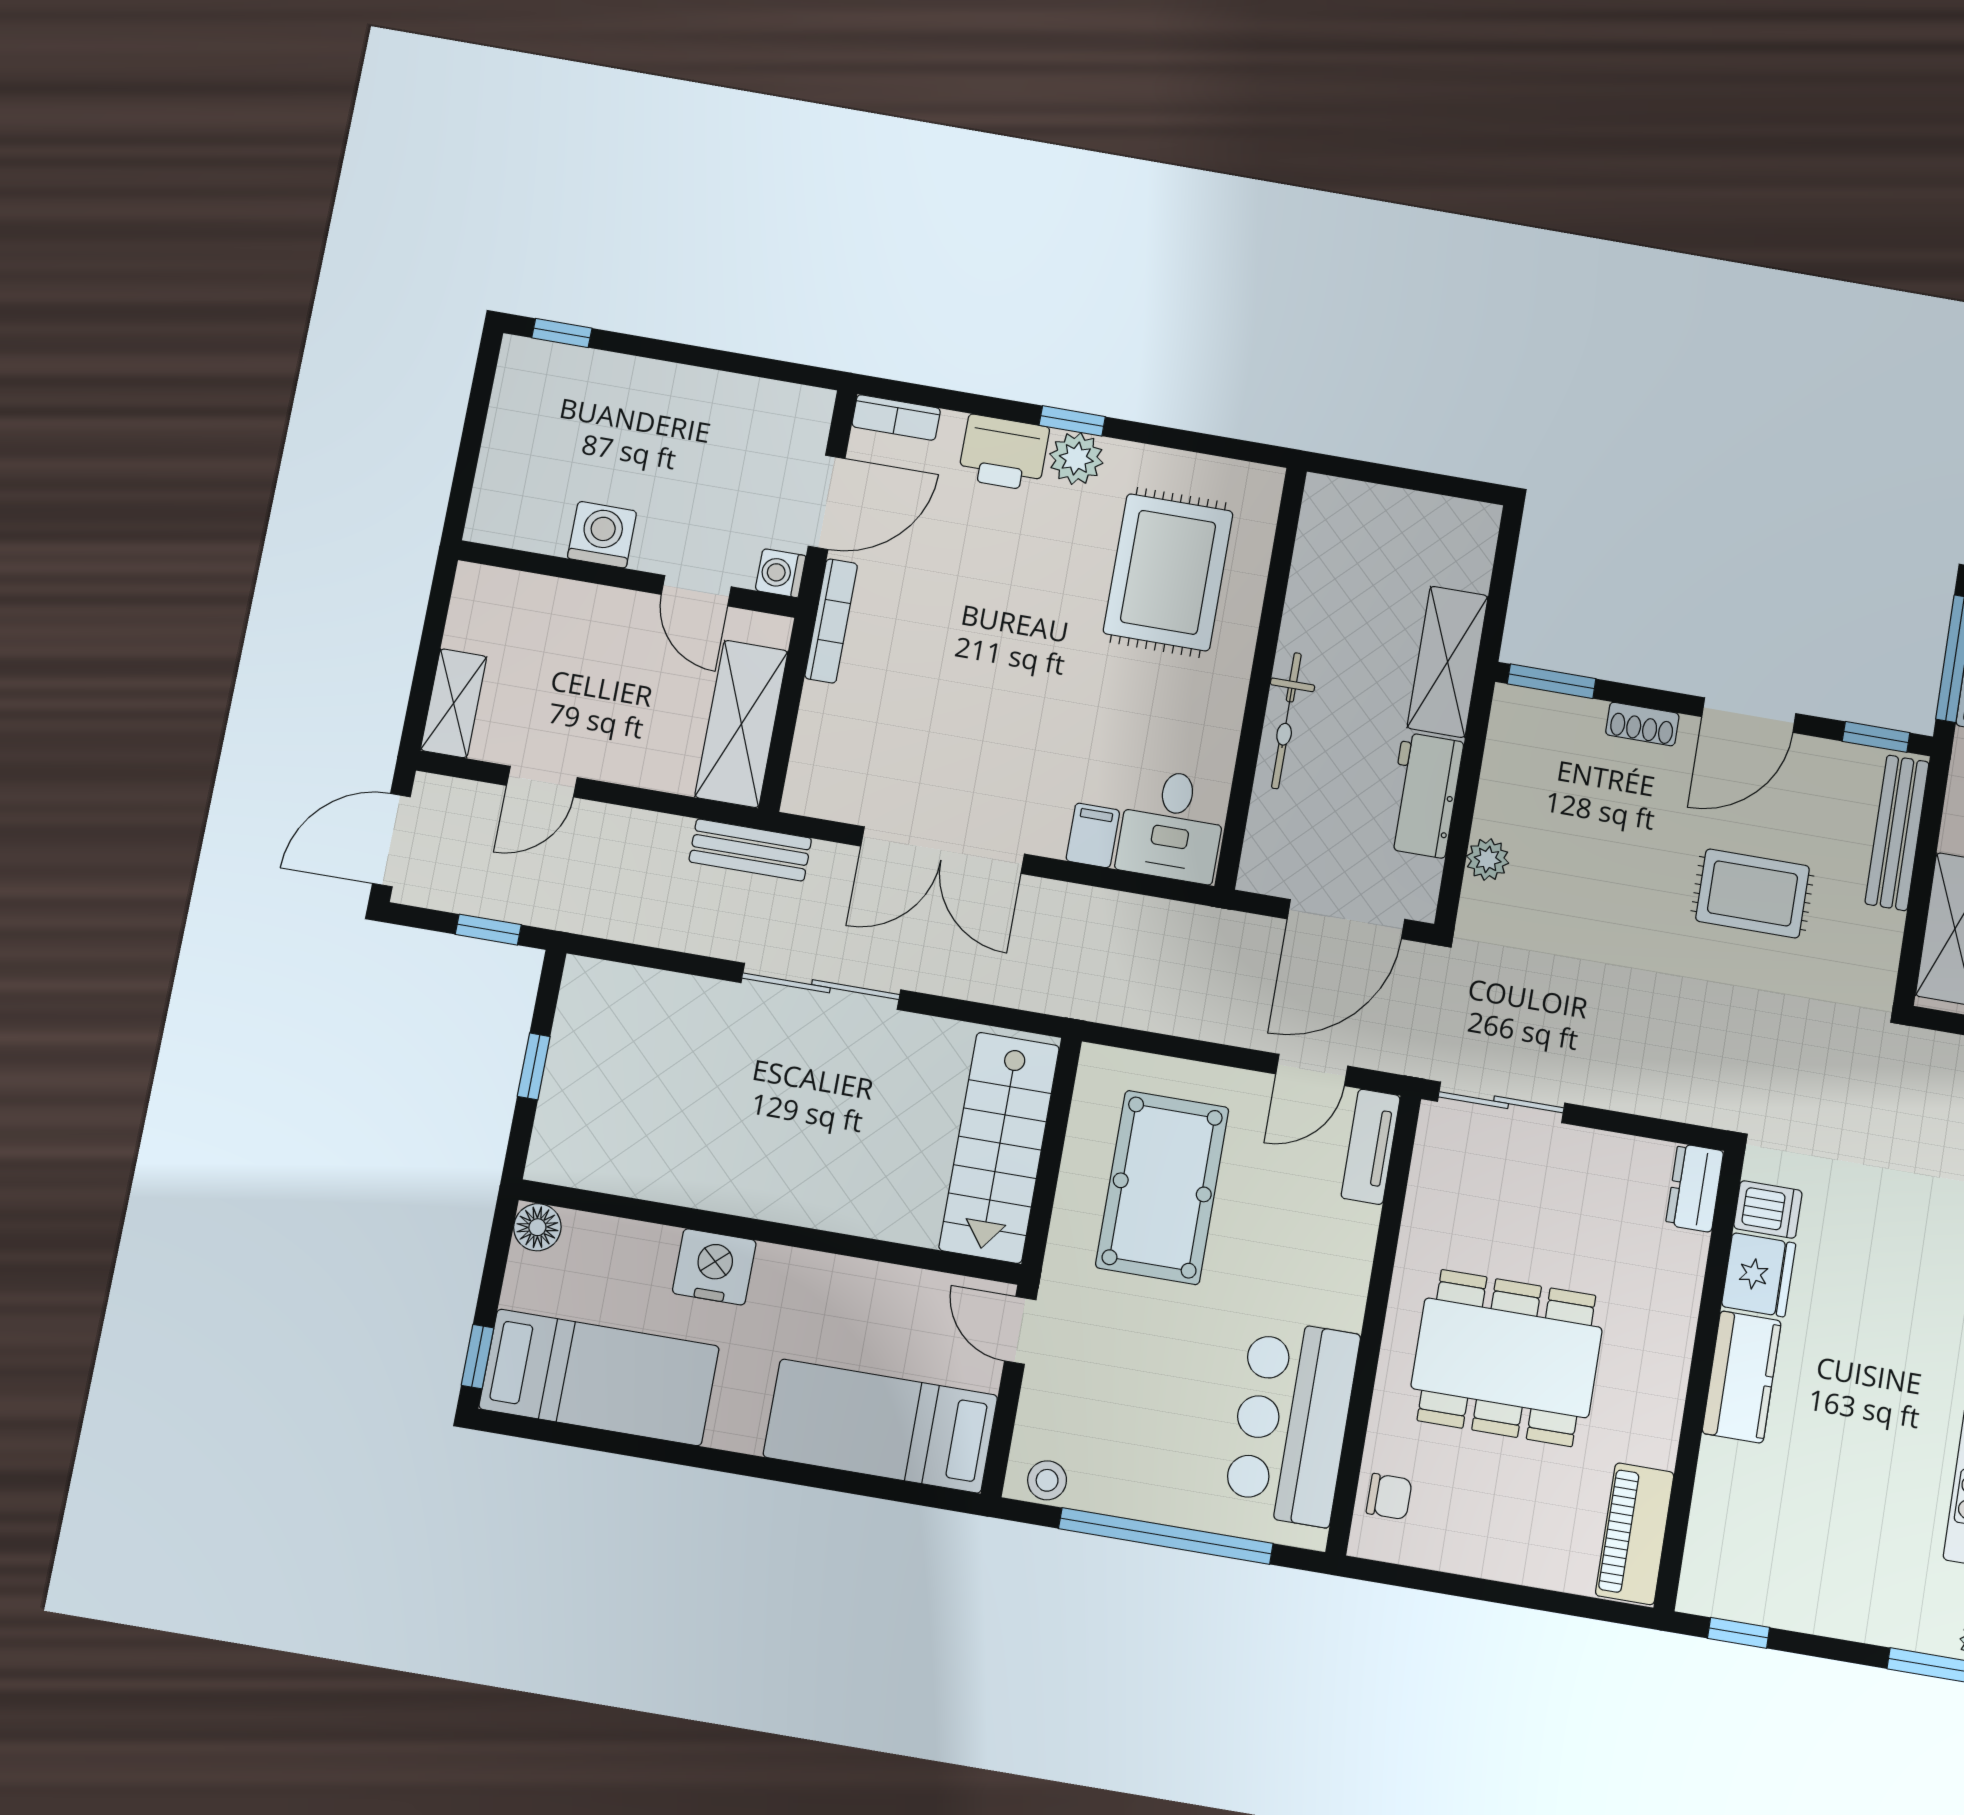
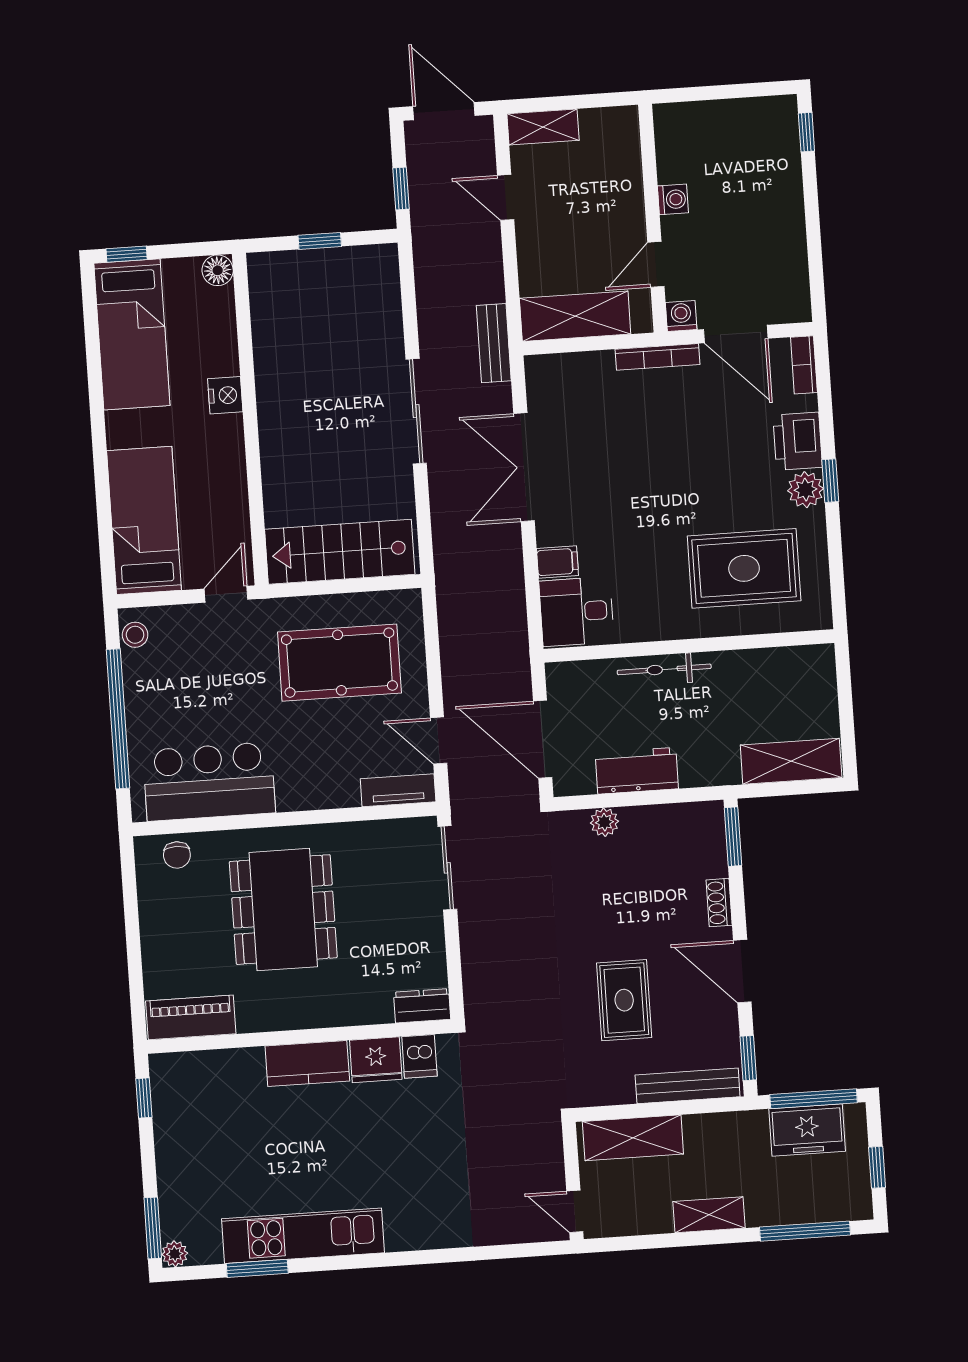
washing machine: (602, 535) -> (673, 199), width x0.73, depth x0.73
shelving: (1448, 662) -> (791, 761), moved
nightstand: (714, 1267) -> (225, 395), width x0.74, depth x0.75

